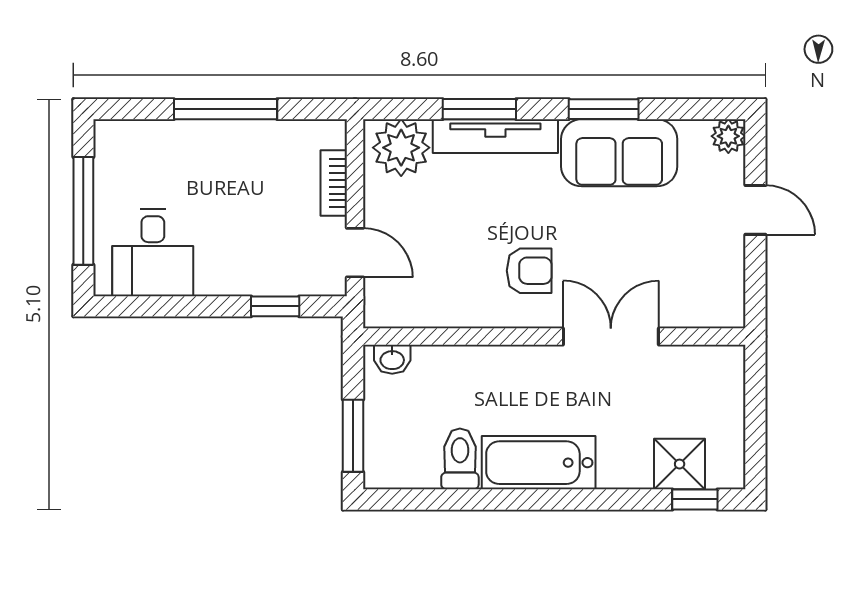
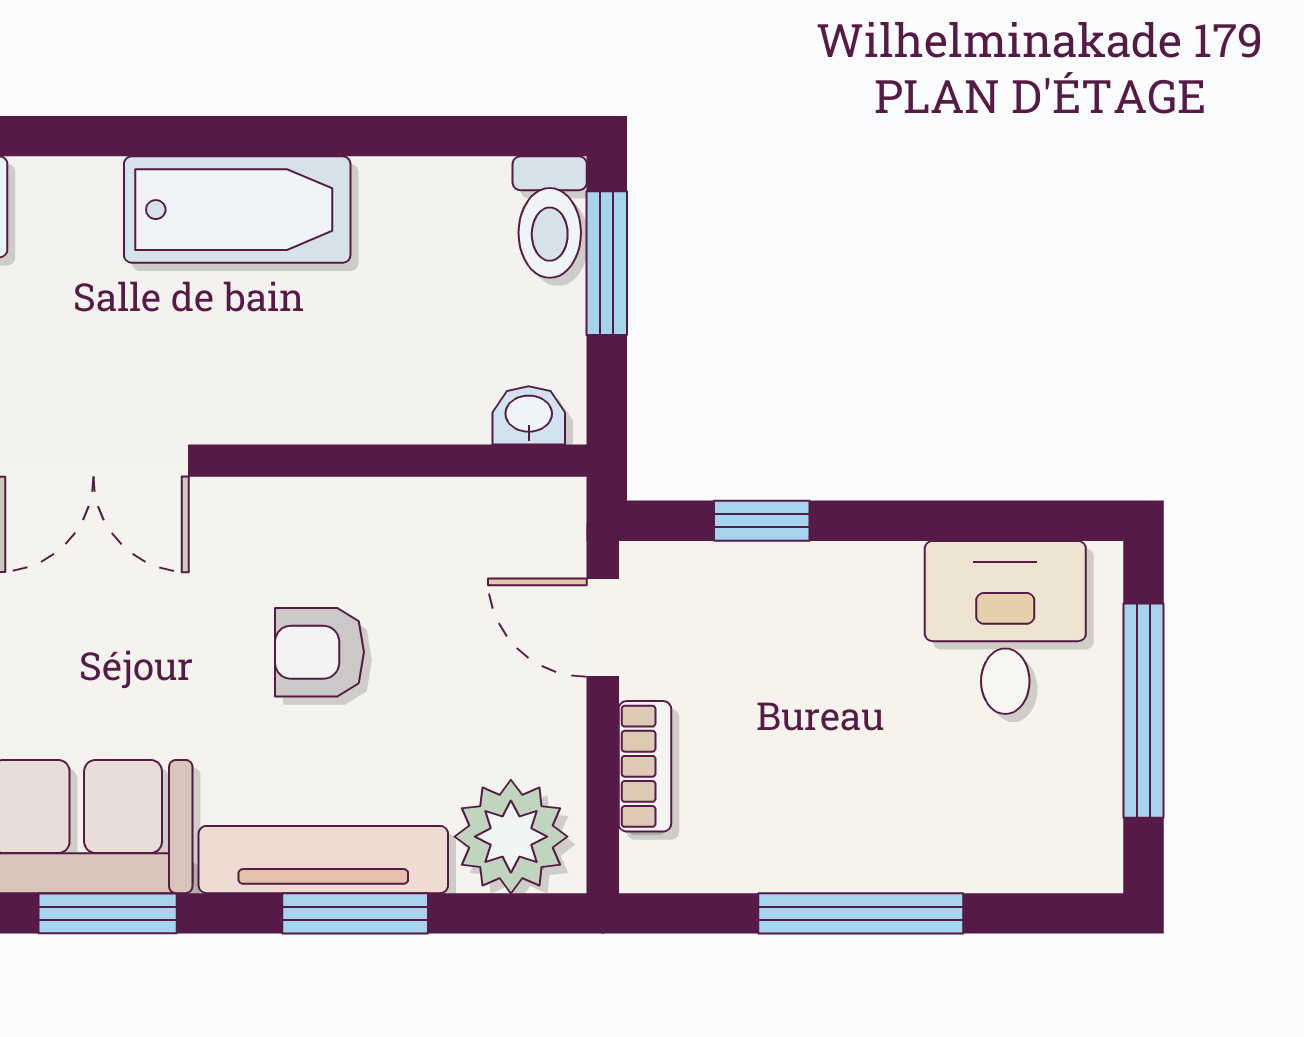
armchair: (529, 271) -> (319, 652), moved
toilet: (460, 459) -> (550, 217), moved

